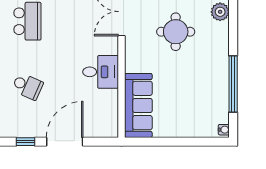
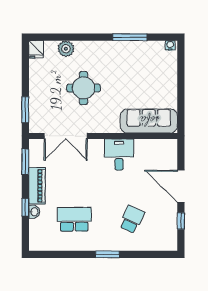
window: (233, 84) -> (130, 37), width x0.68

